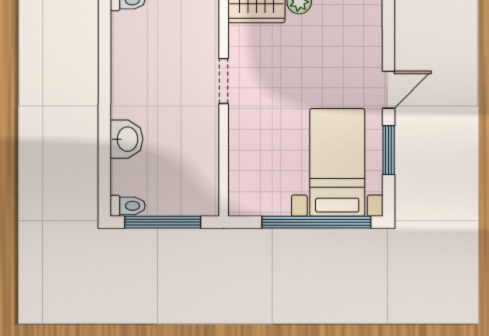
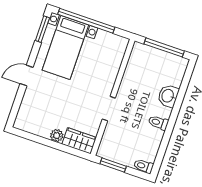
window: (389, 150) -> (42, 29), moved
toilet: (128, 206) -> (158, 123), moved

